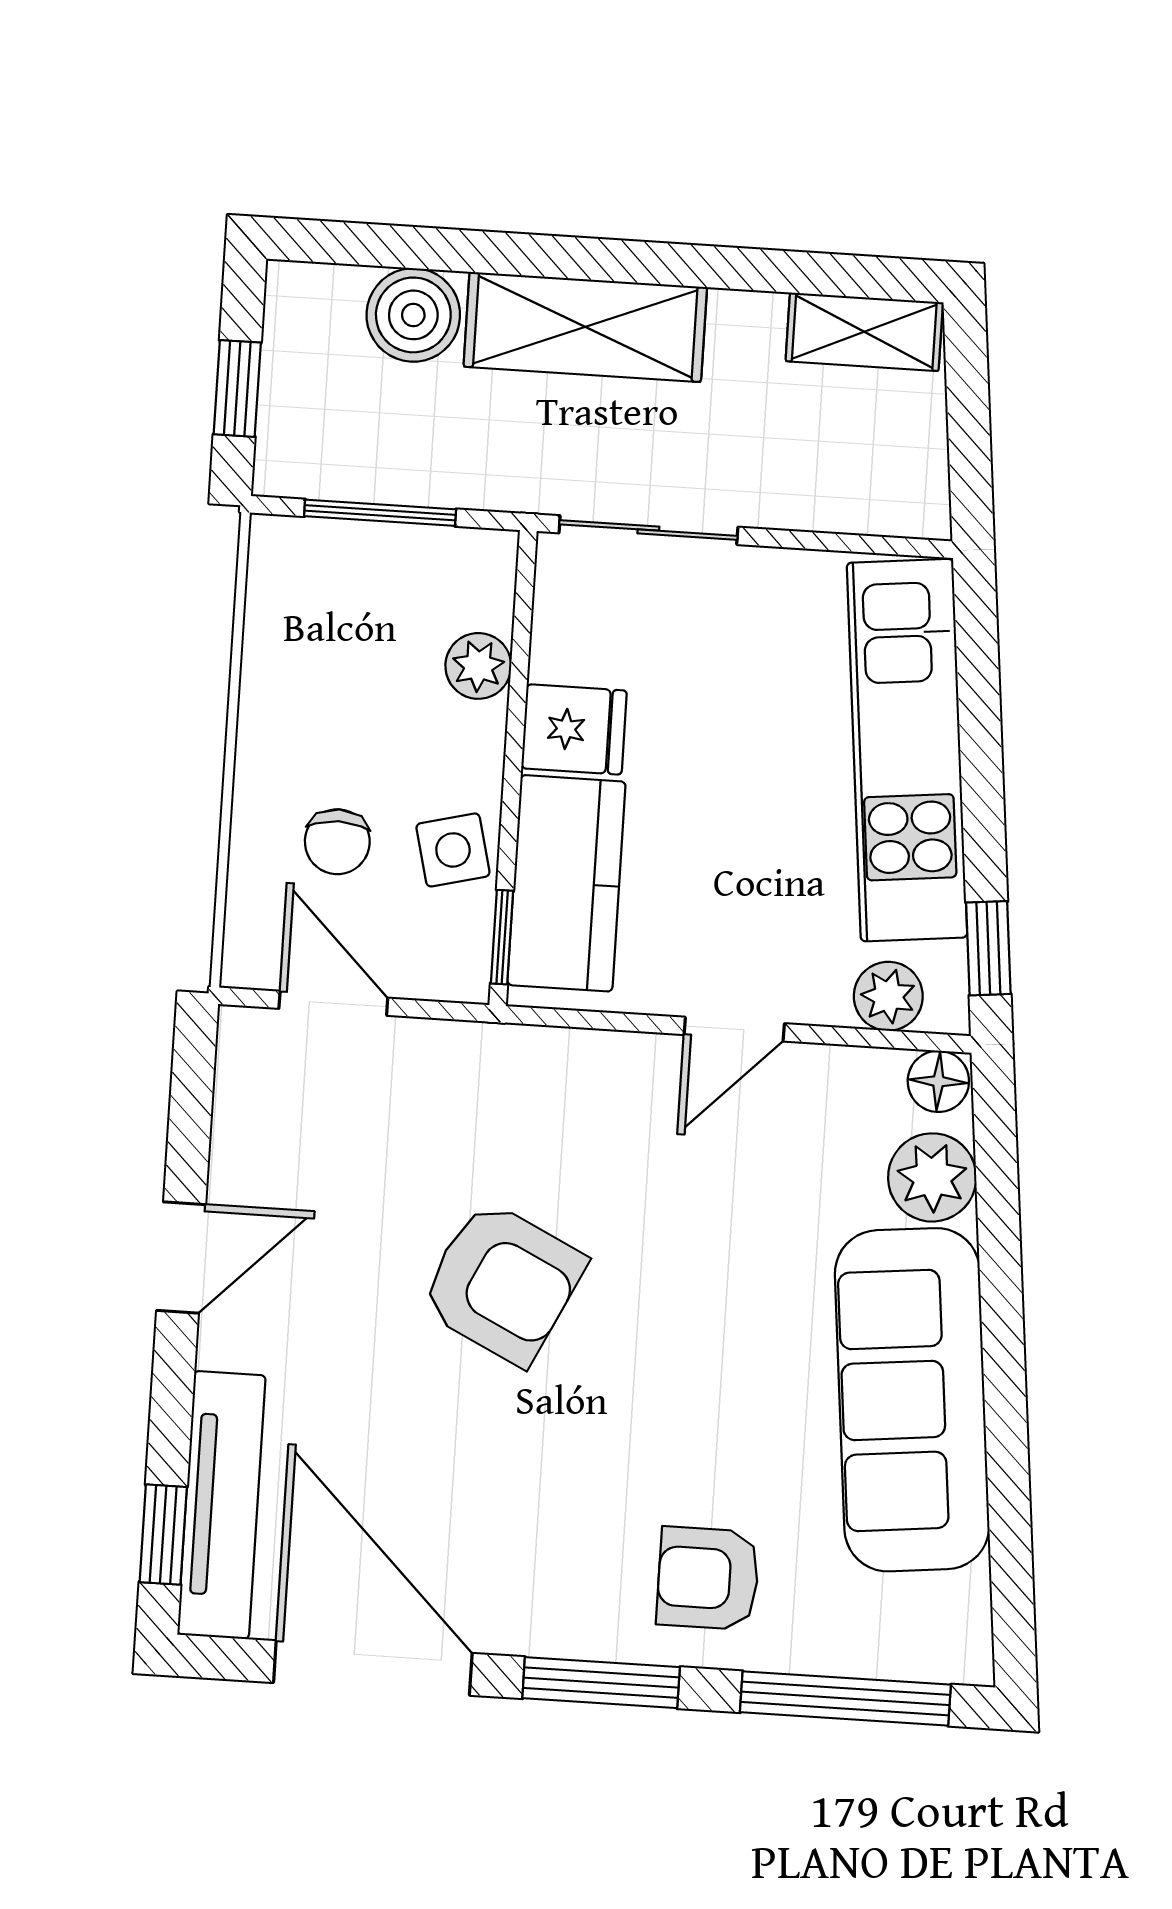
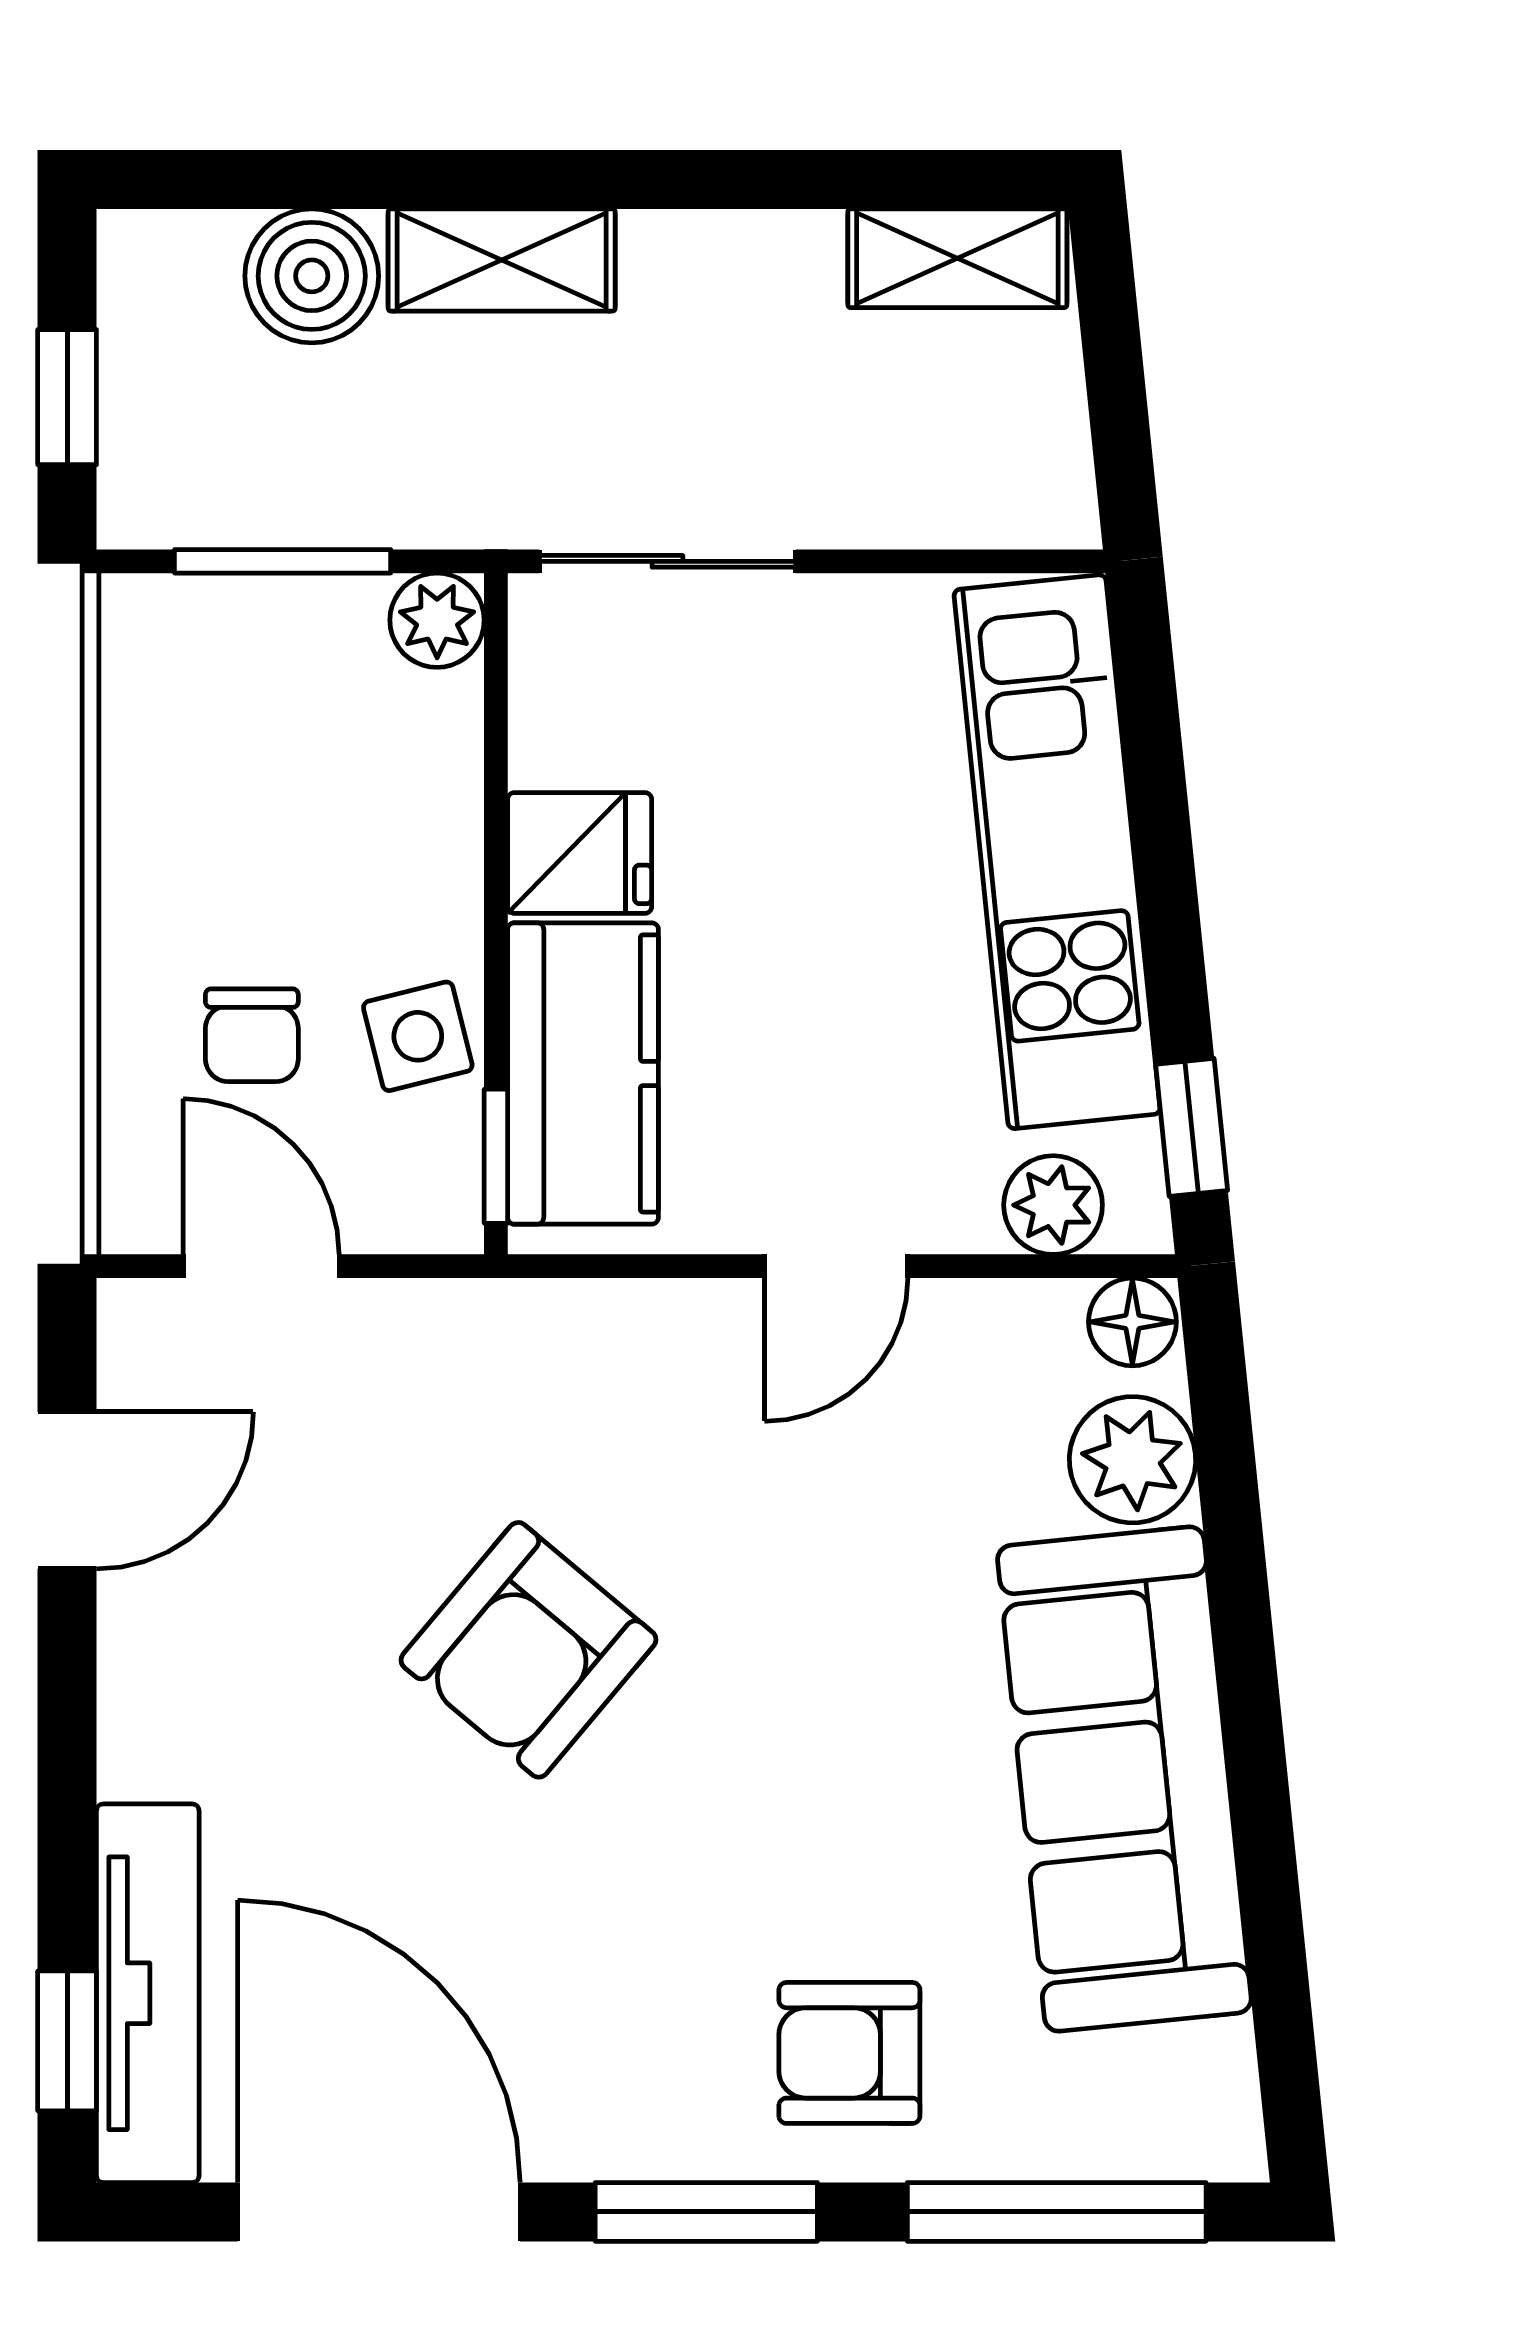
shelving: (585, 327) -> (502, 260), width x0.67, depth x0.75
plant: (478, 666) -> (437, 620), moved
door: (181, 1258) -> (67, 1490), moved
armchair: (502, 1283) -> (528, 1650), turned 104

